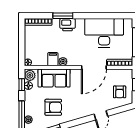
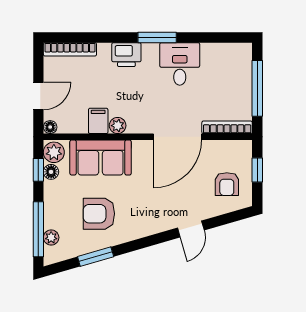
window: (63, 16) -> (157, 37), moved
desk: (104, 33) -> (180, 64), width x0.53, depth x0.77
door: (22, 46) -> (38, 96), added
armchair: (53, 107) -> (99, 214), turned 180

